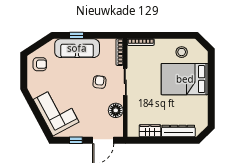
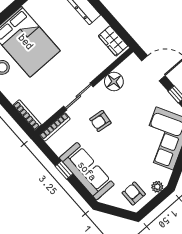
window: (76, 35) -> (64, 170), moved
plant: (32, 82) -> (157, 187), added
wardrobe: (150, 131) -> (113, 41), moved

